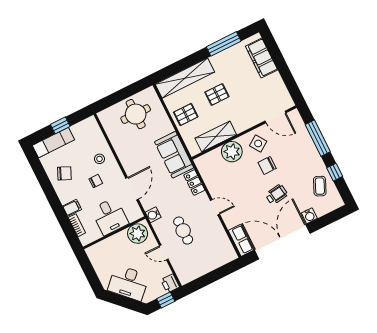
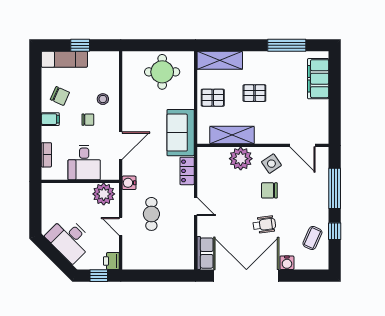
shelving: (185, 78) -> (220, 60), width x0.68
filing cabinet: (72, 208) -> (50, 119), moved

